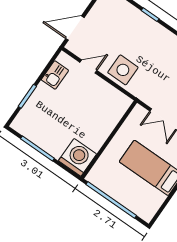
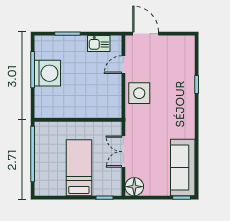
door: (88, 66) -> (123, 65), swing flipped
washing machine: (78, 157) -> (47, 73), moved

